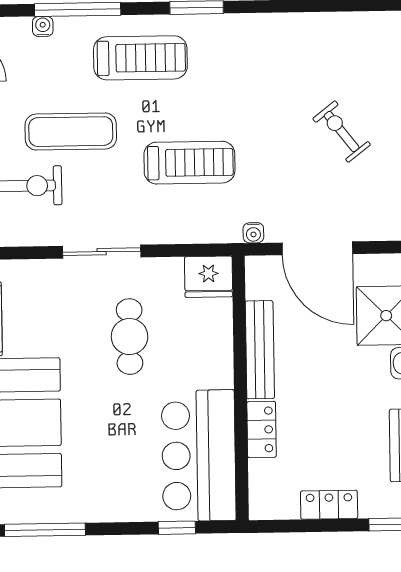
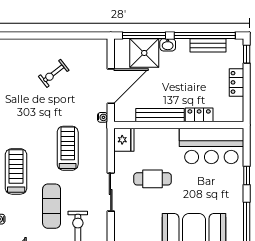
window: (177, 528) -> (247, 176), moved

